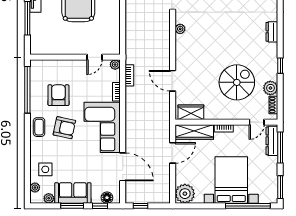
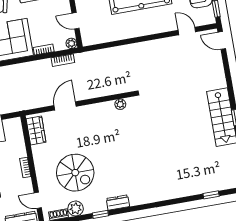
dresser: (272, 32) -> (118, 203), moved
wardrobe: (194, 132) -> (16, 138), removed

